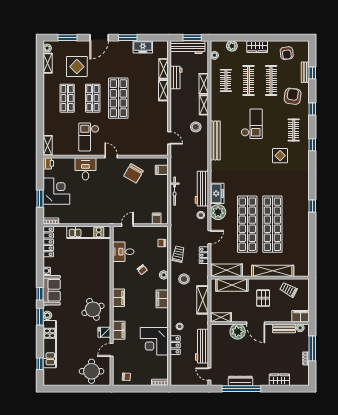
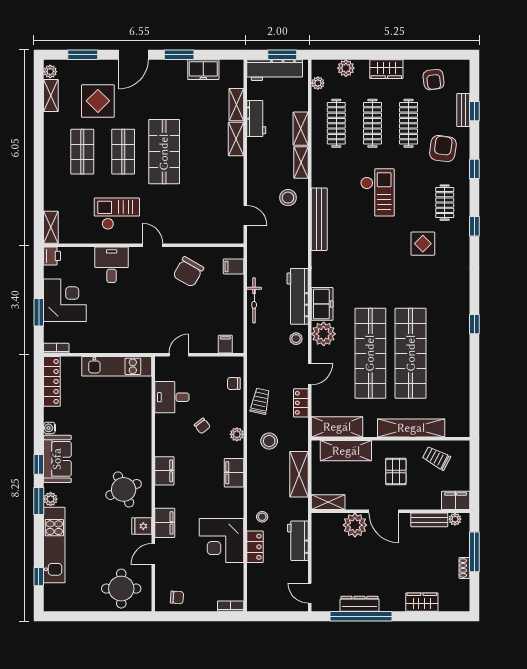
clothes rail: (226, 80) -> (336, 123), width x1.36
checkout: (89, 137) -> (117, 214), turned 90
workbench: (202, 346) -> (298, 541), width x0.73

